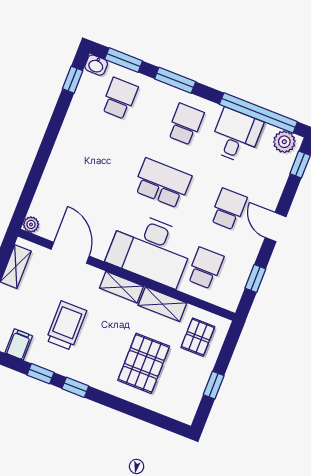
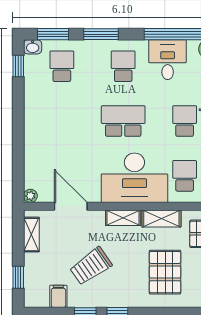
trolley: (66, 326) -> (91, 266), turned -125

